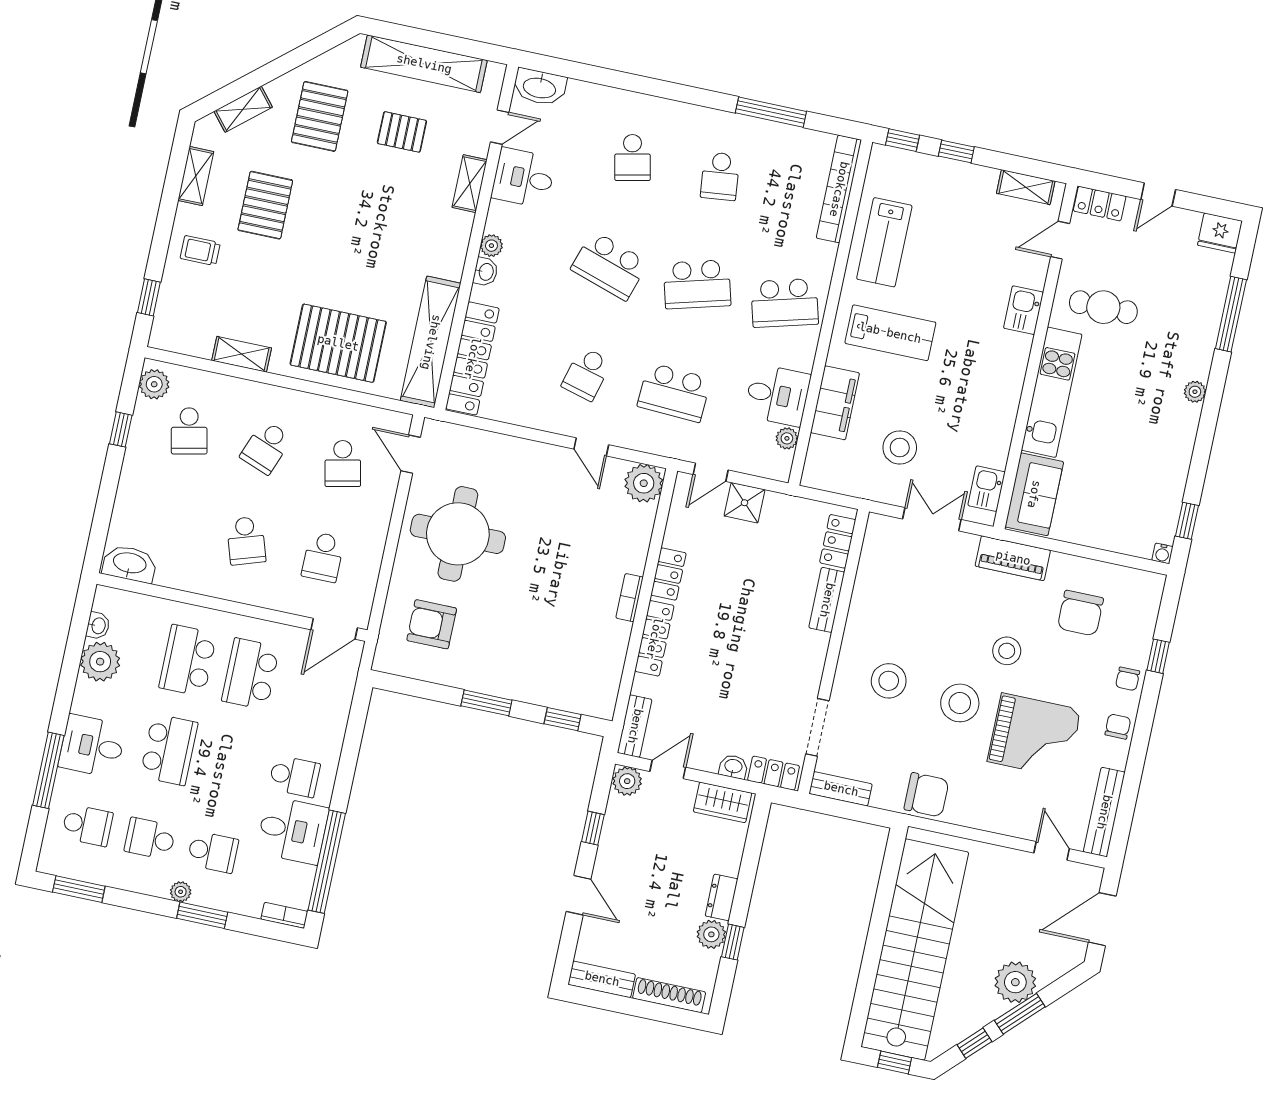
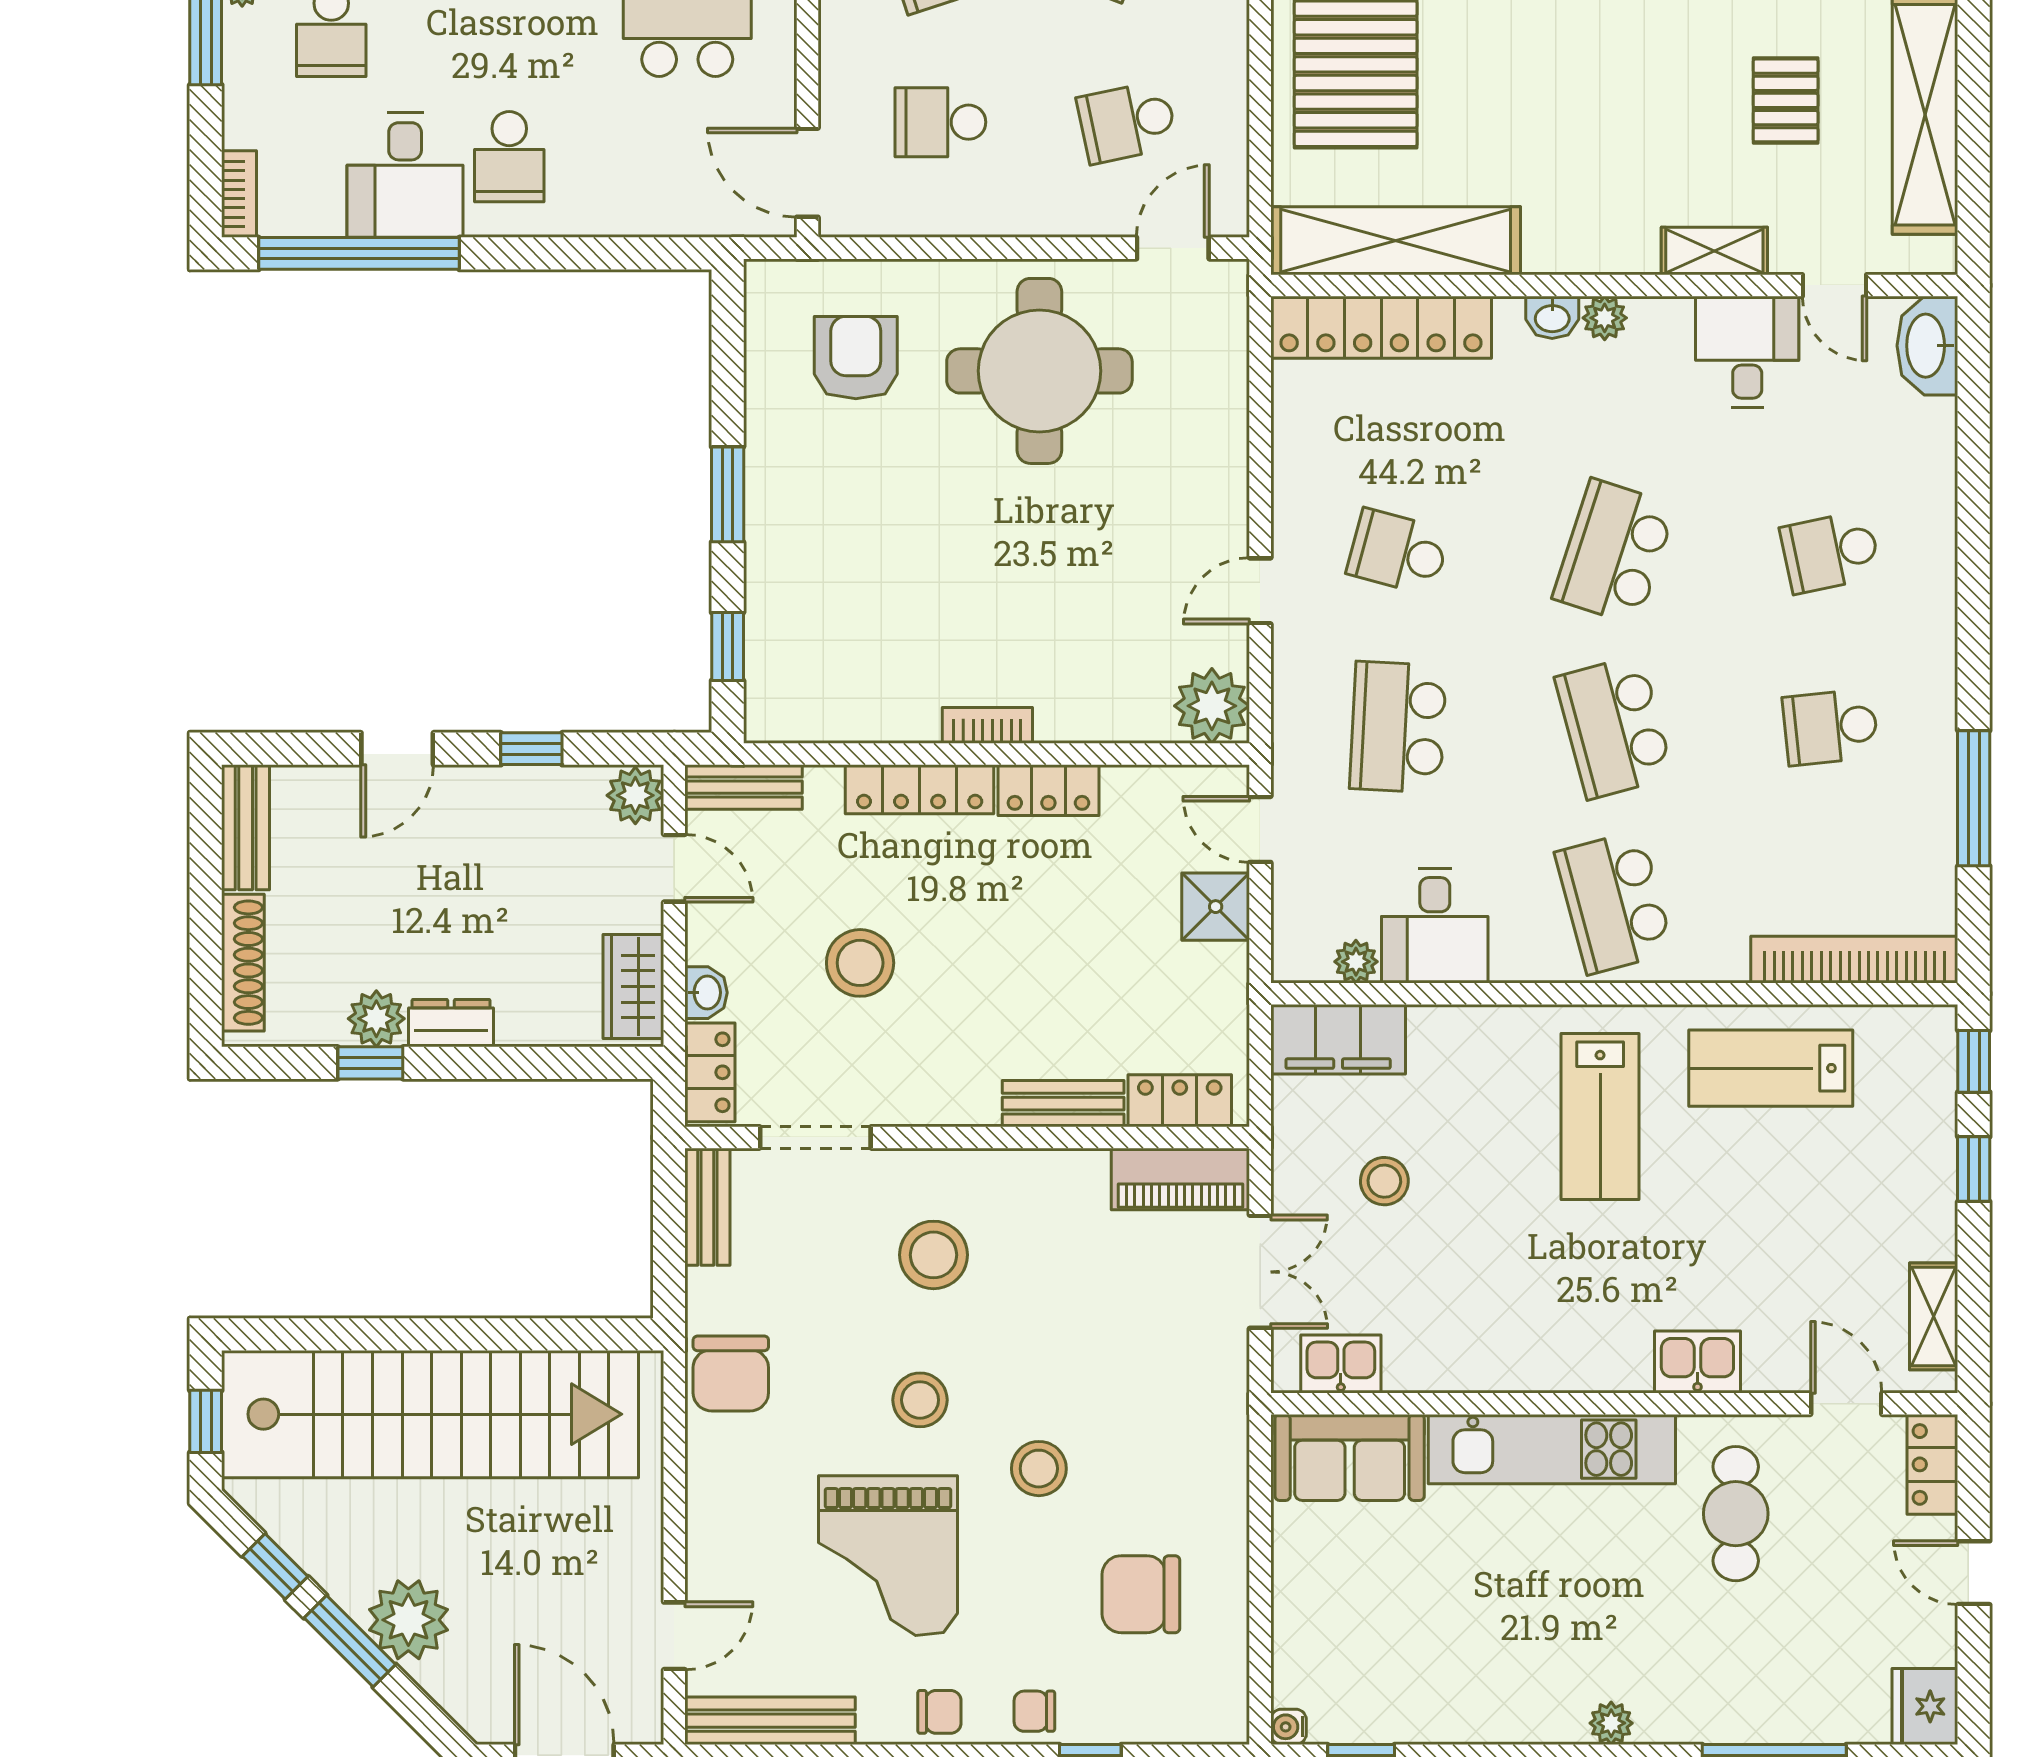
filing cabinet: (835, 403) -> (1338, 1039), moved
stool: (900, 448) -> (1384, 1181), width x0.73, depth x0.73
piano: (1013, 558) -> (1180, 1179), moved, turned -90
stool: (735, 687) -> (860, 963), added
stool: (960, 703) -> (920, 1400), width x0.73, depth x0.73

